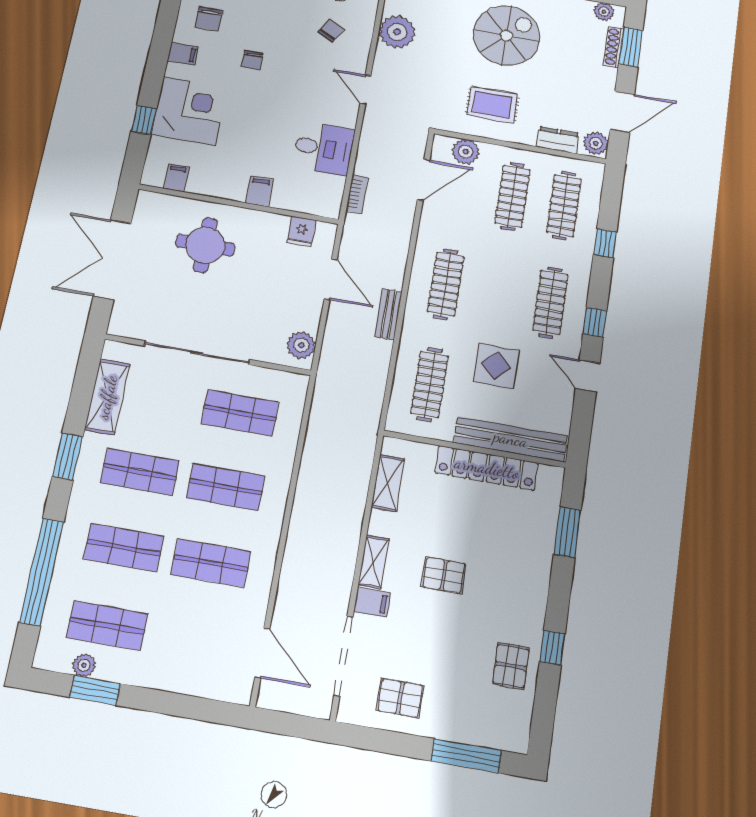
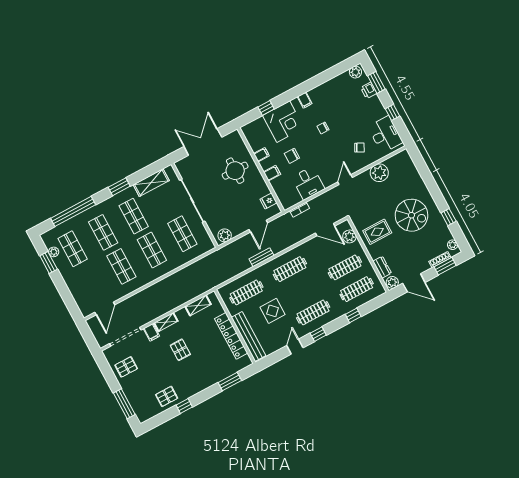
chair: (209, 19) -> (292, 156), moved
rug: (492, 105) -> (377, 232), turned 90
filing cabinet: (176, 178) -> (261, 155), moved
pallet: (400, 698) -> (126, 367), turned 90

